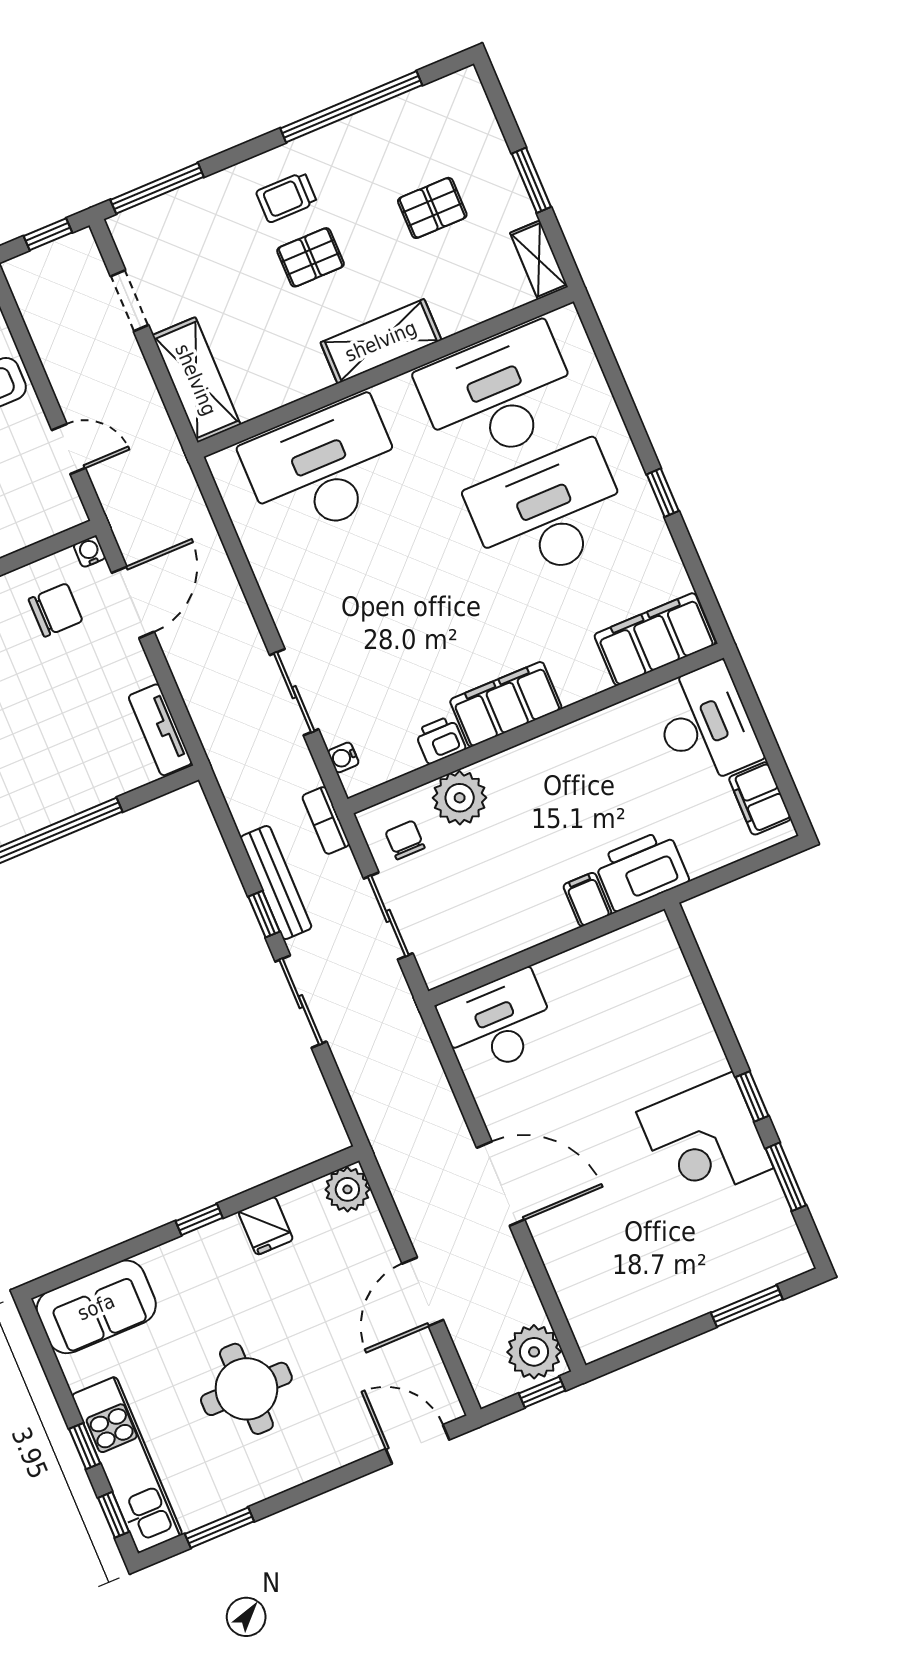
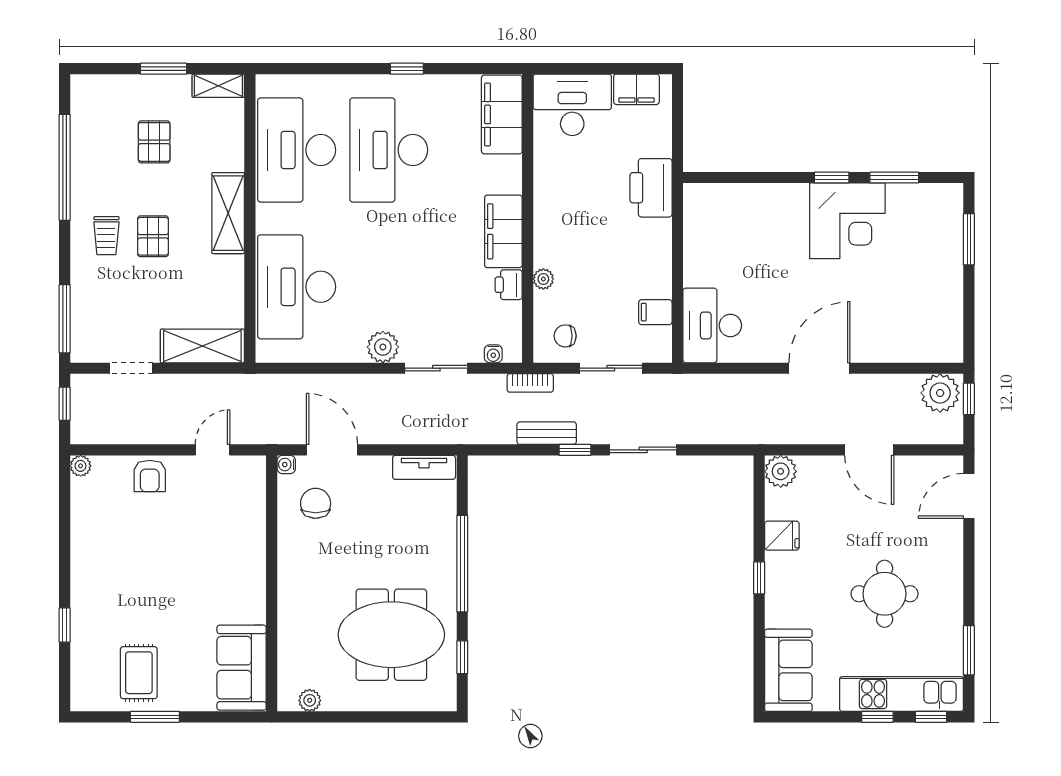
plant: (293, 612) -> (383, 347), added
plant: (460, 798) -> (543, 279), width x0.53, depth x0.53
bench: (276, 882) -> (547, 433), width x0.73
filing cabinet: (587, 899) -> (655, 312), moved

